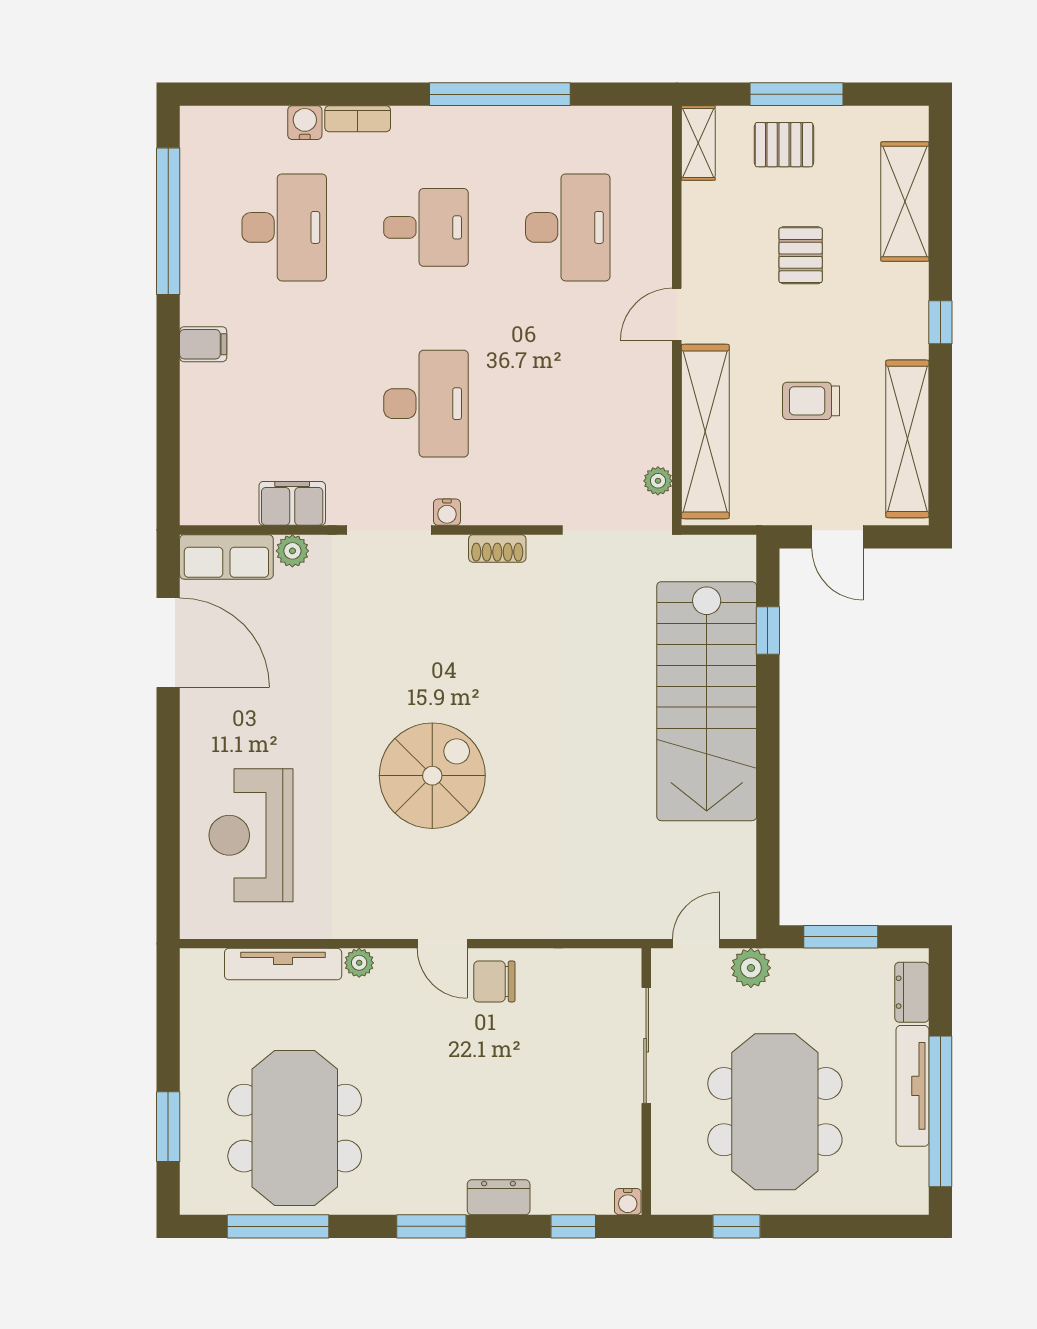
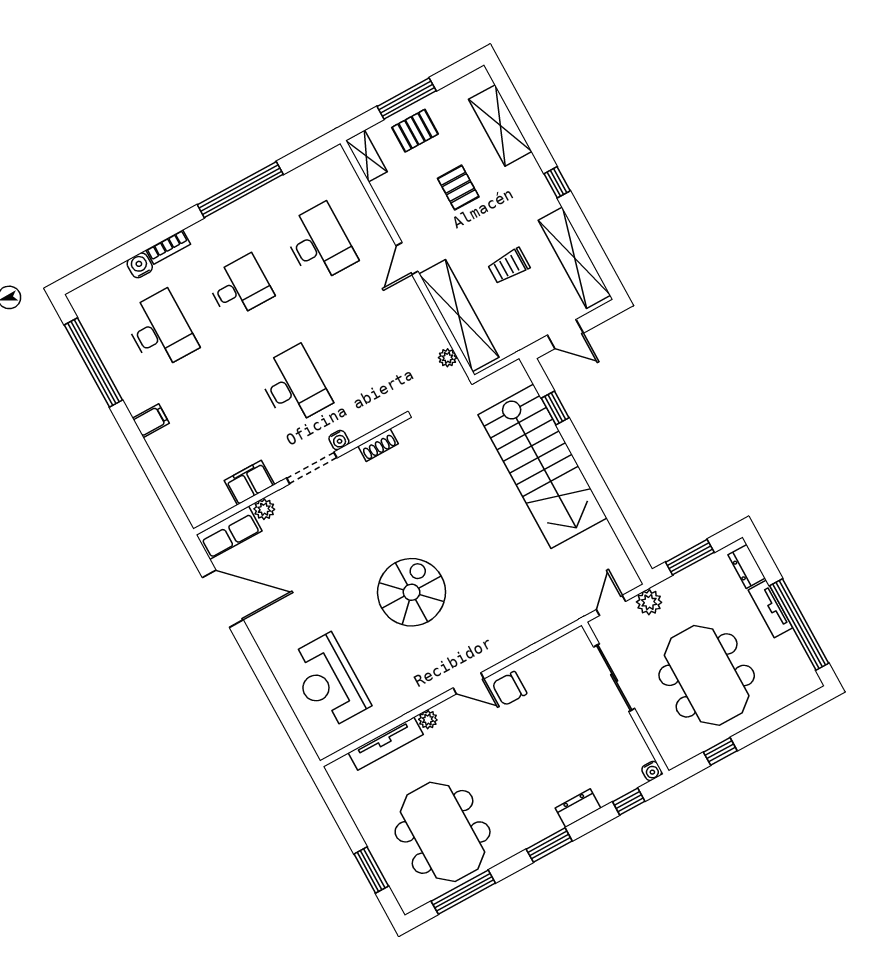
tv unit: (912, 1086) -> (770, 609), width x0.71

